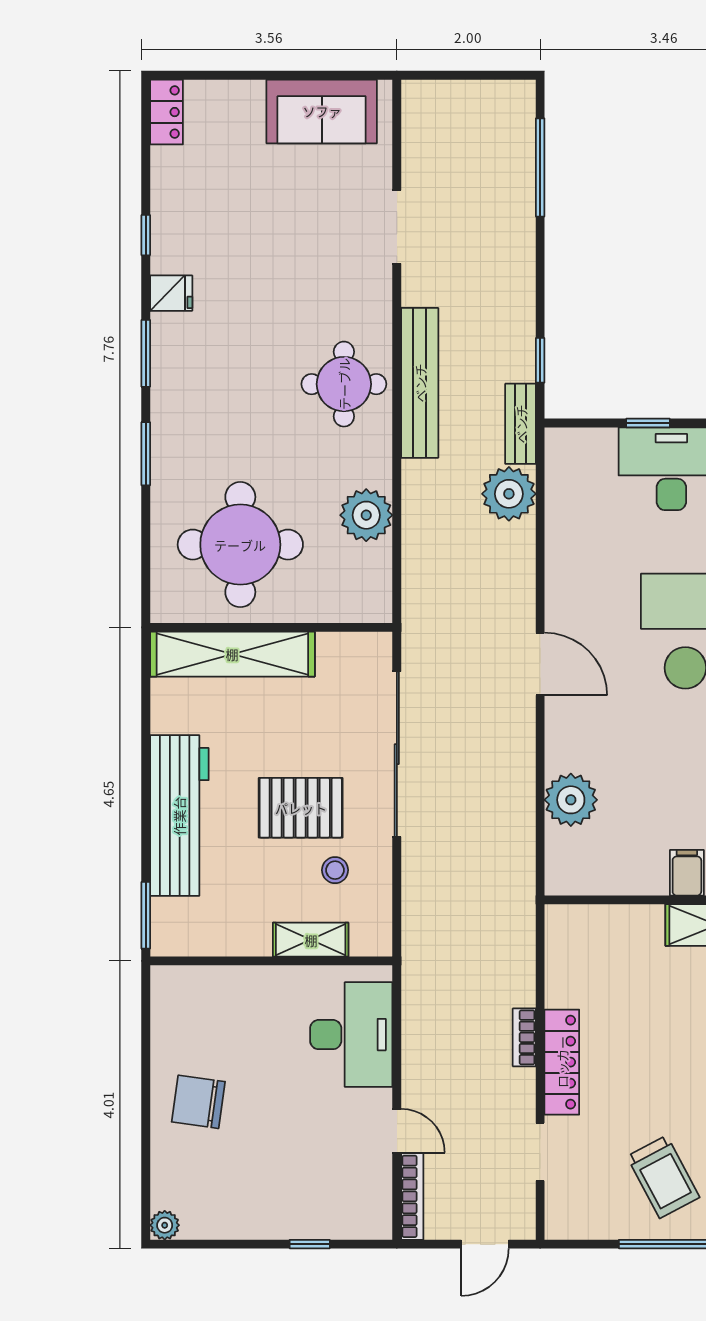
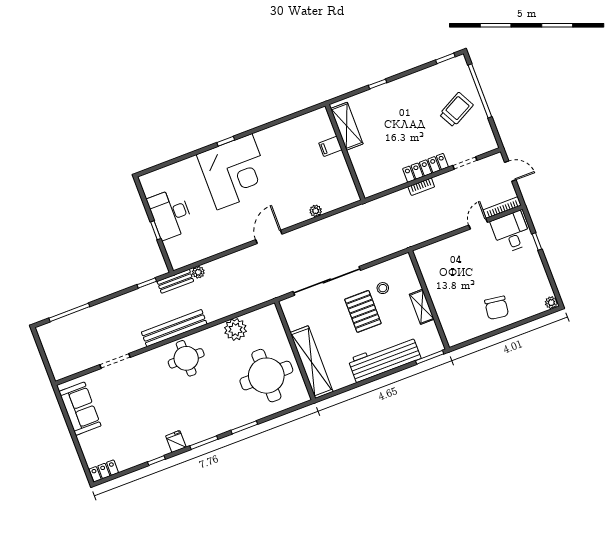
plant: (509, 494) -> (198, 272), width x0.53, depth x0.53
plant: (571, 800) -> (316, 211), width x0.53, depth x0.53
shelving: (311, 940) -> (422, 307), moved
desk: (351, 1035) -> (511, 232), moved, width x0.73

